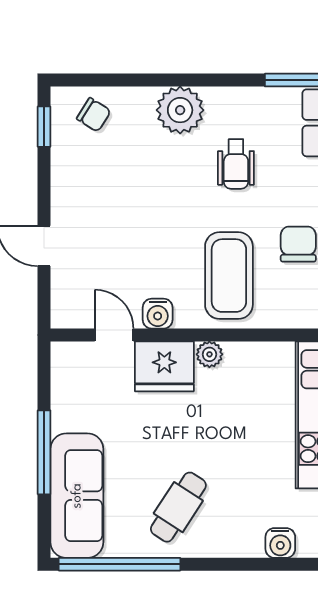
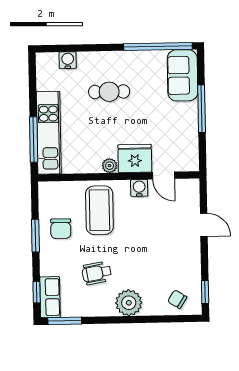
wheelchair: (236, 164) -> (97, 273), turned -100
sofa: (77, 496) -> (182, 75), width x0.73
cafe table: (178, 507) -> (109, 92), moved, turned 57

